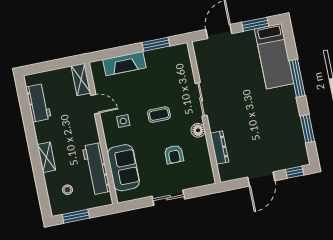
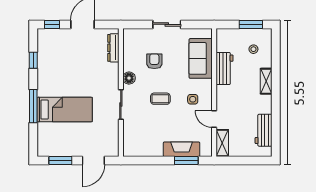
window: (156, 44) -> (186, 161), moved
bed: (274, 56) -> (65, 110), moved, turned 90
window: (307, 129) -> (33, 60), width x0.67
dresser: (219, 148) -> (113, 48), moved
workbench: (96, 169) -> (225, 68), width x0.73

